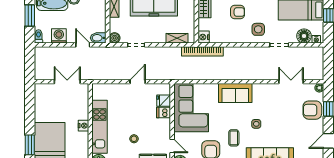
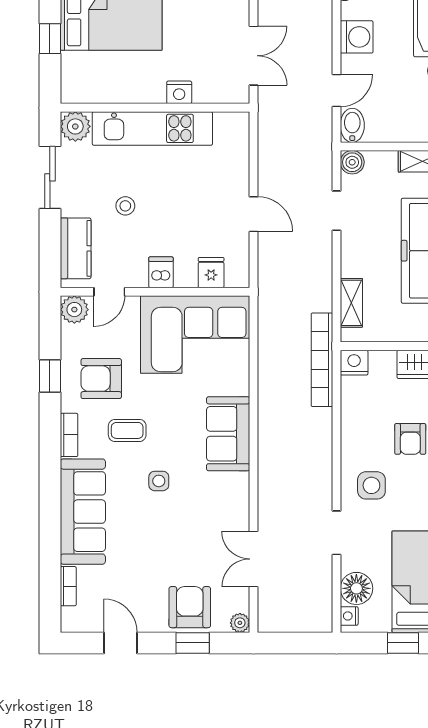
double door: (291, 82) -> (253, 559), swing flipped
dishwasher: (163, 113) -> (161, 272), moved
nightstand: (83, 126) -> (179, 92), moved

